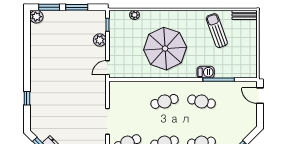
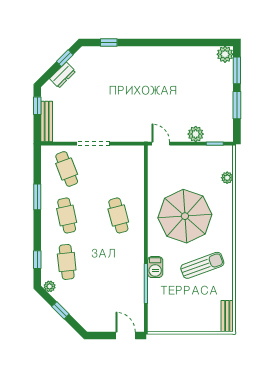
sun lounger: (217, 31) -> (202, 265), moved
door: (260, 96) -> (126, 336), hinge flipped
window: (27, 98) -> (109, 42), moved
cafe table: (201, 101) -> (118, 262), removed

